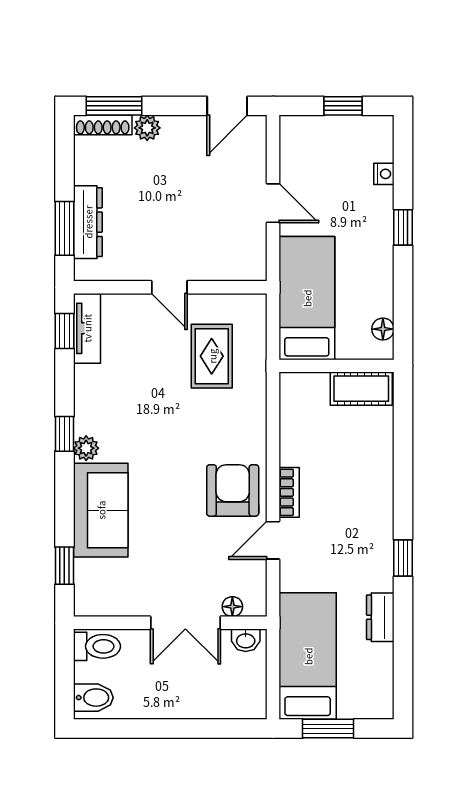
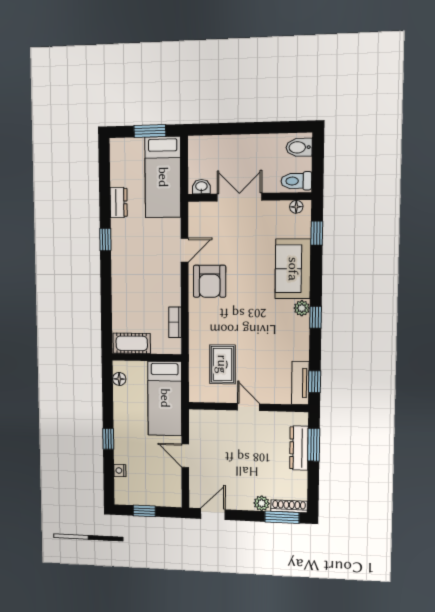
bookcase: (289, 492) -> (175, 322), moved
floor lamp: (232, 607) -> (296, 207), moved

